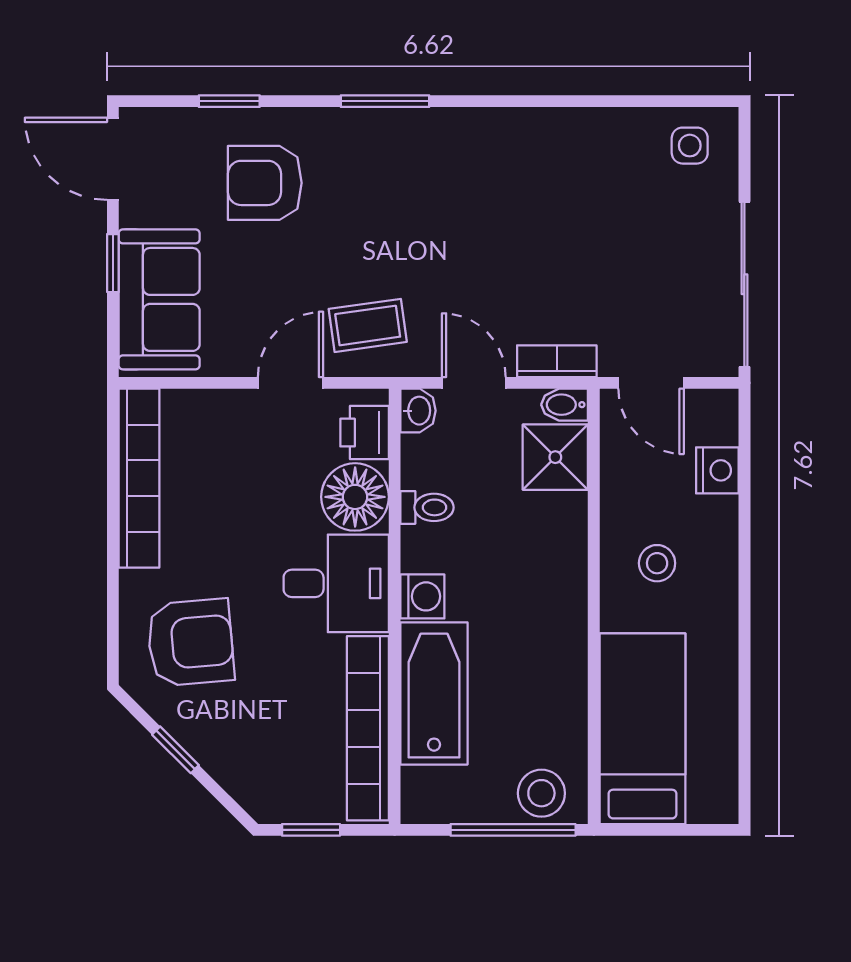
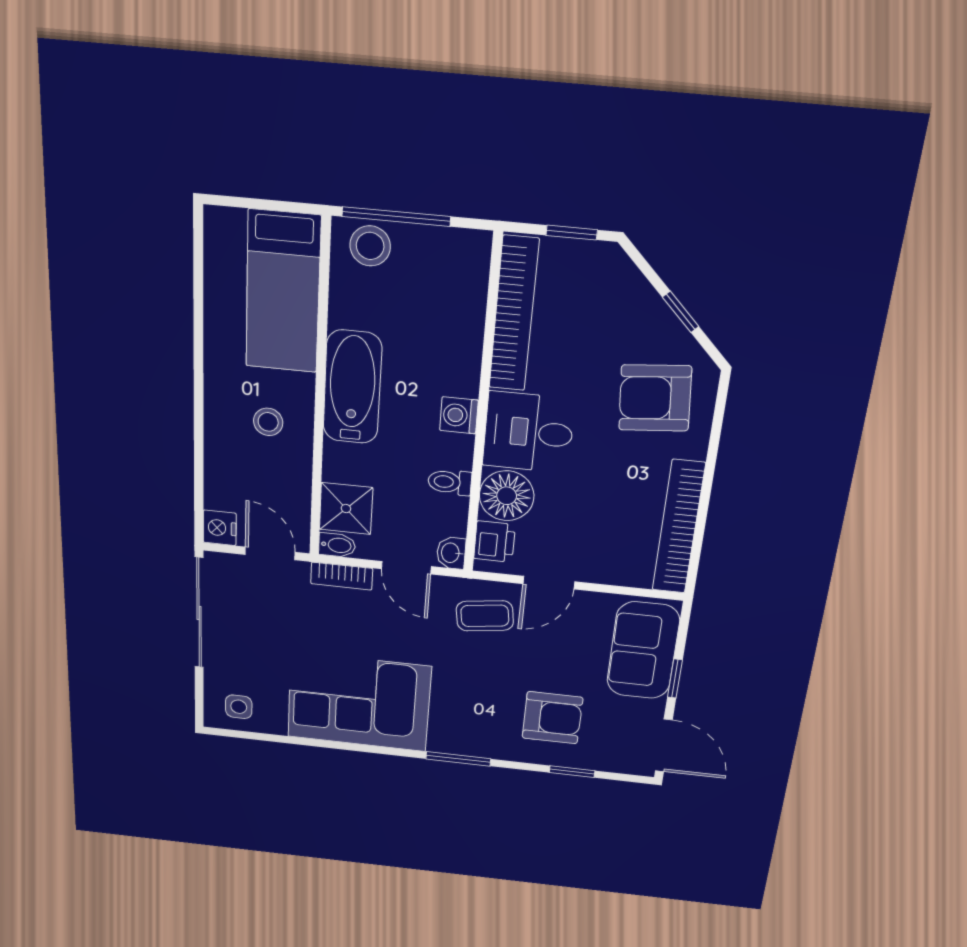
corner sofa: (526, 174) -> (359, 702), added
nightstand: (717, 470) -> (220, 528), moved
bathtub: (434, 693) -> (352, 387), moved, turned 180

